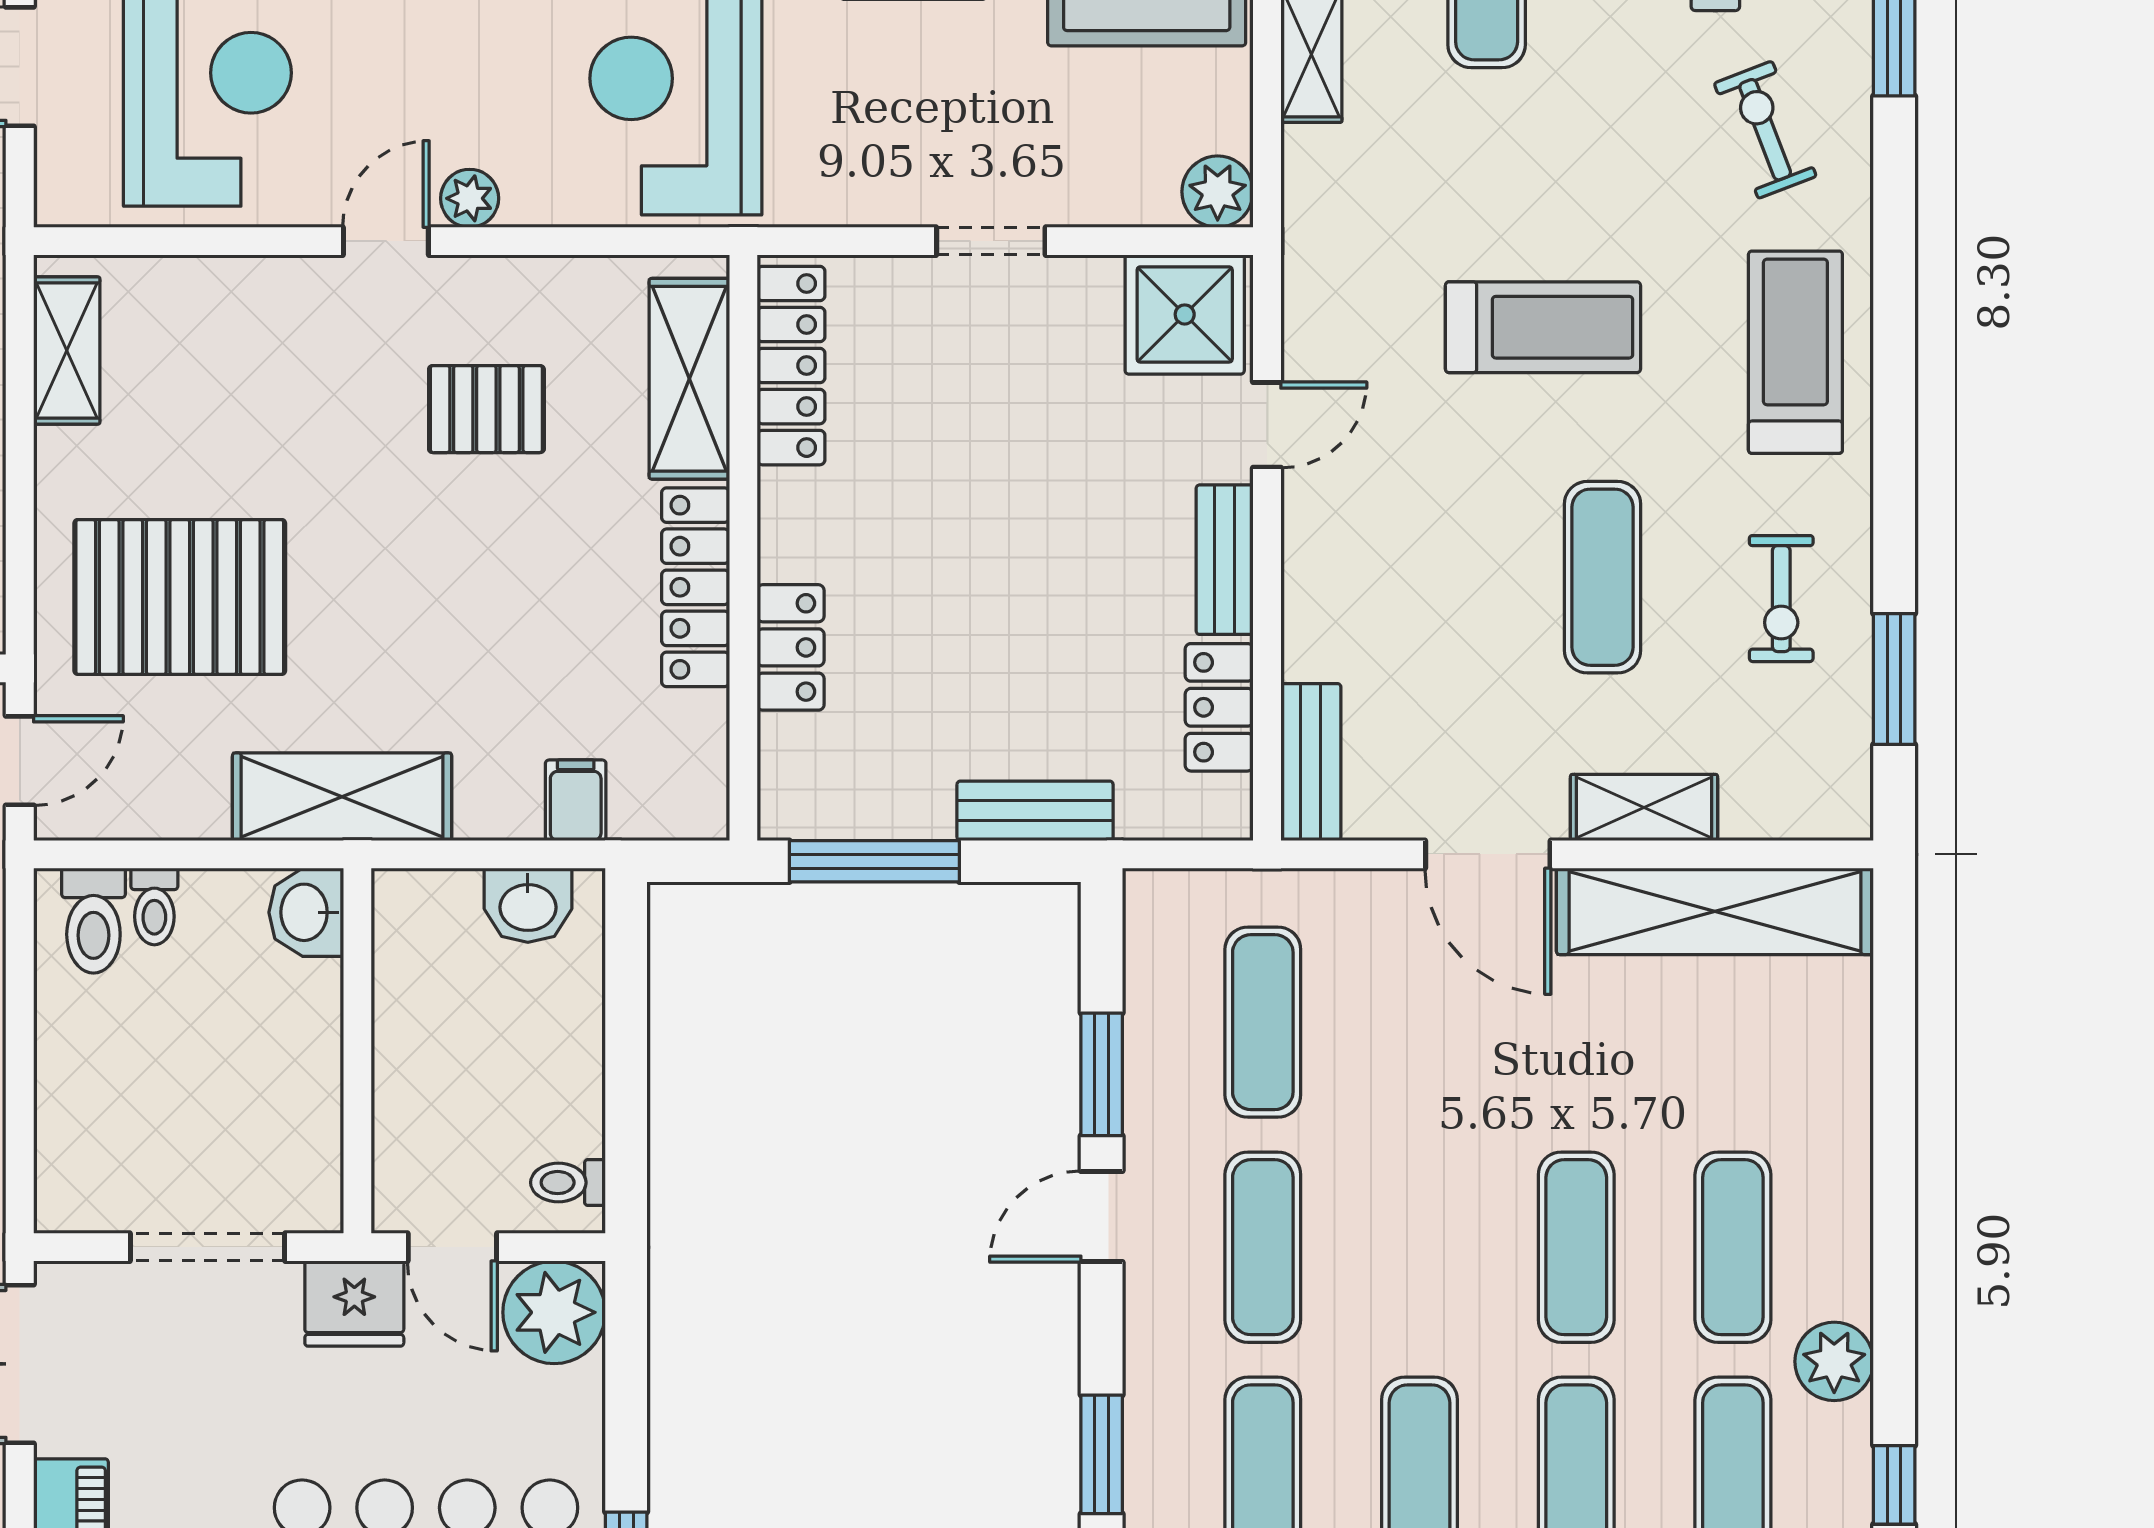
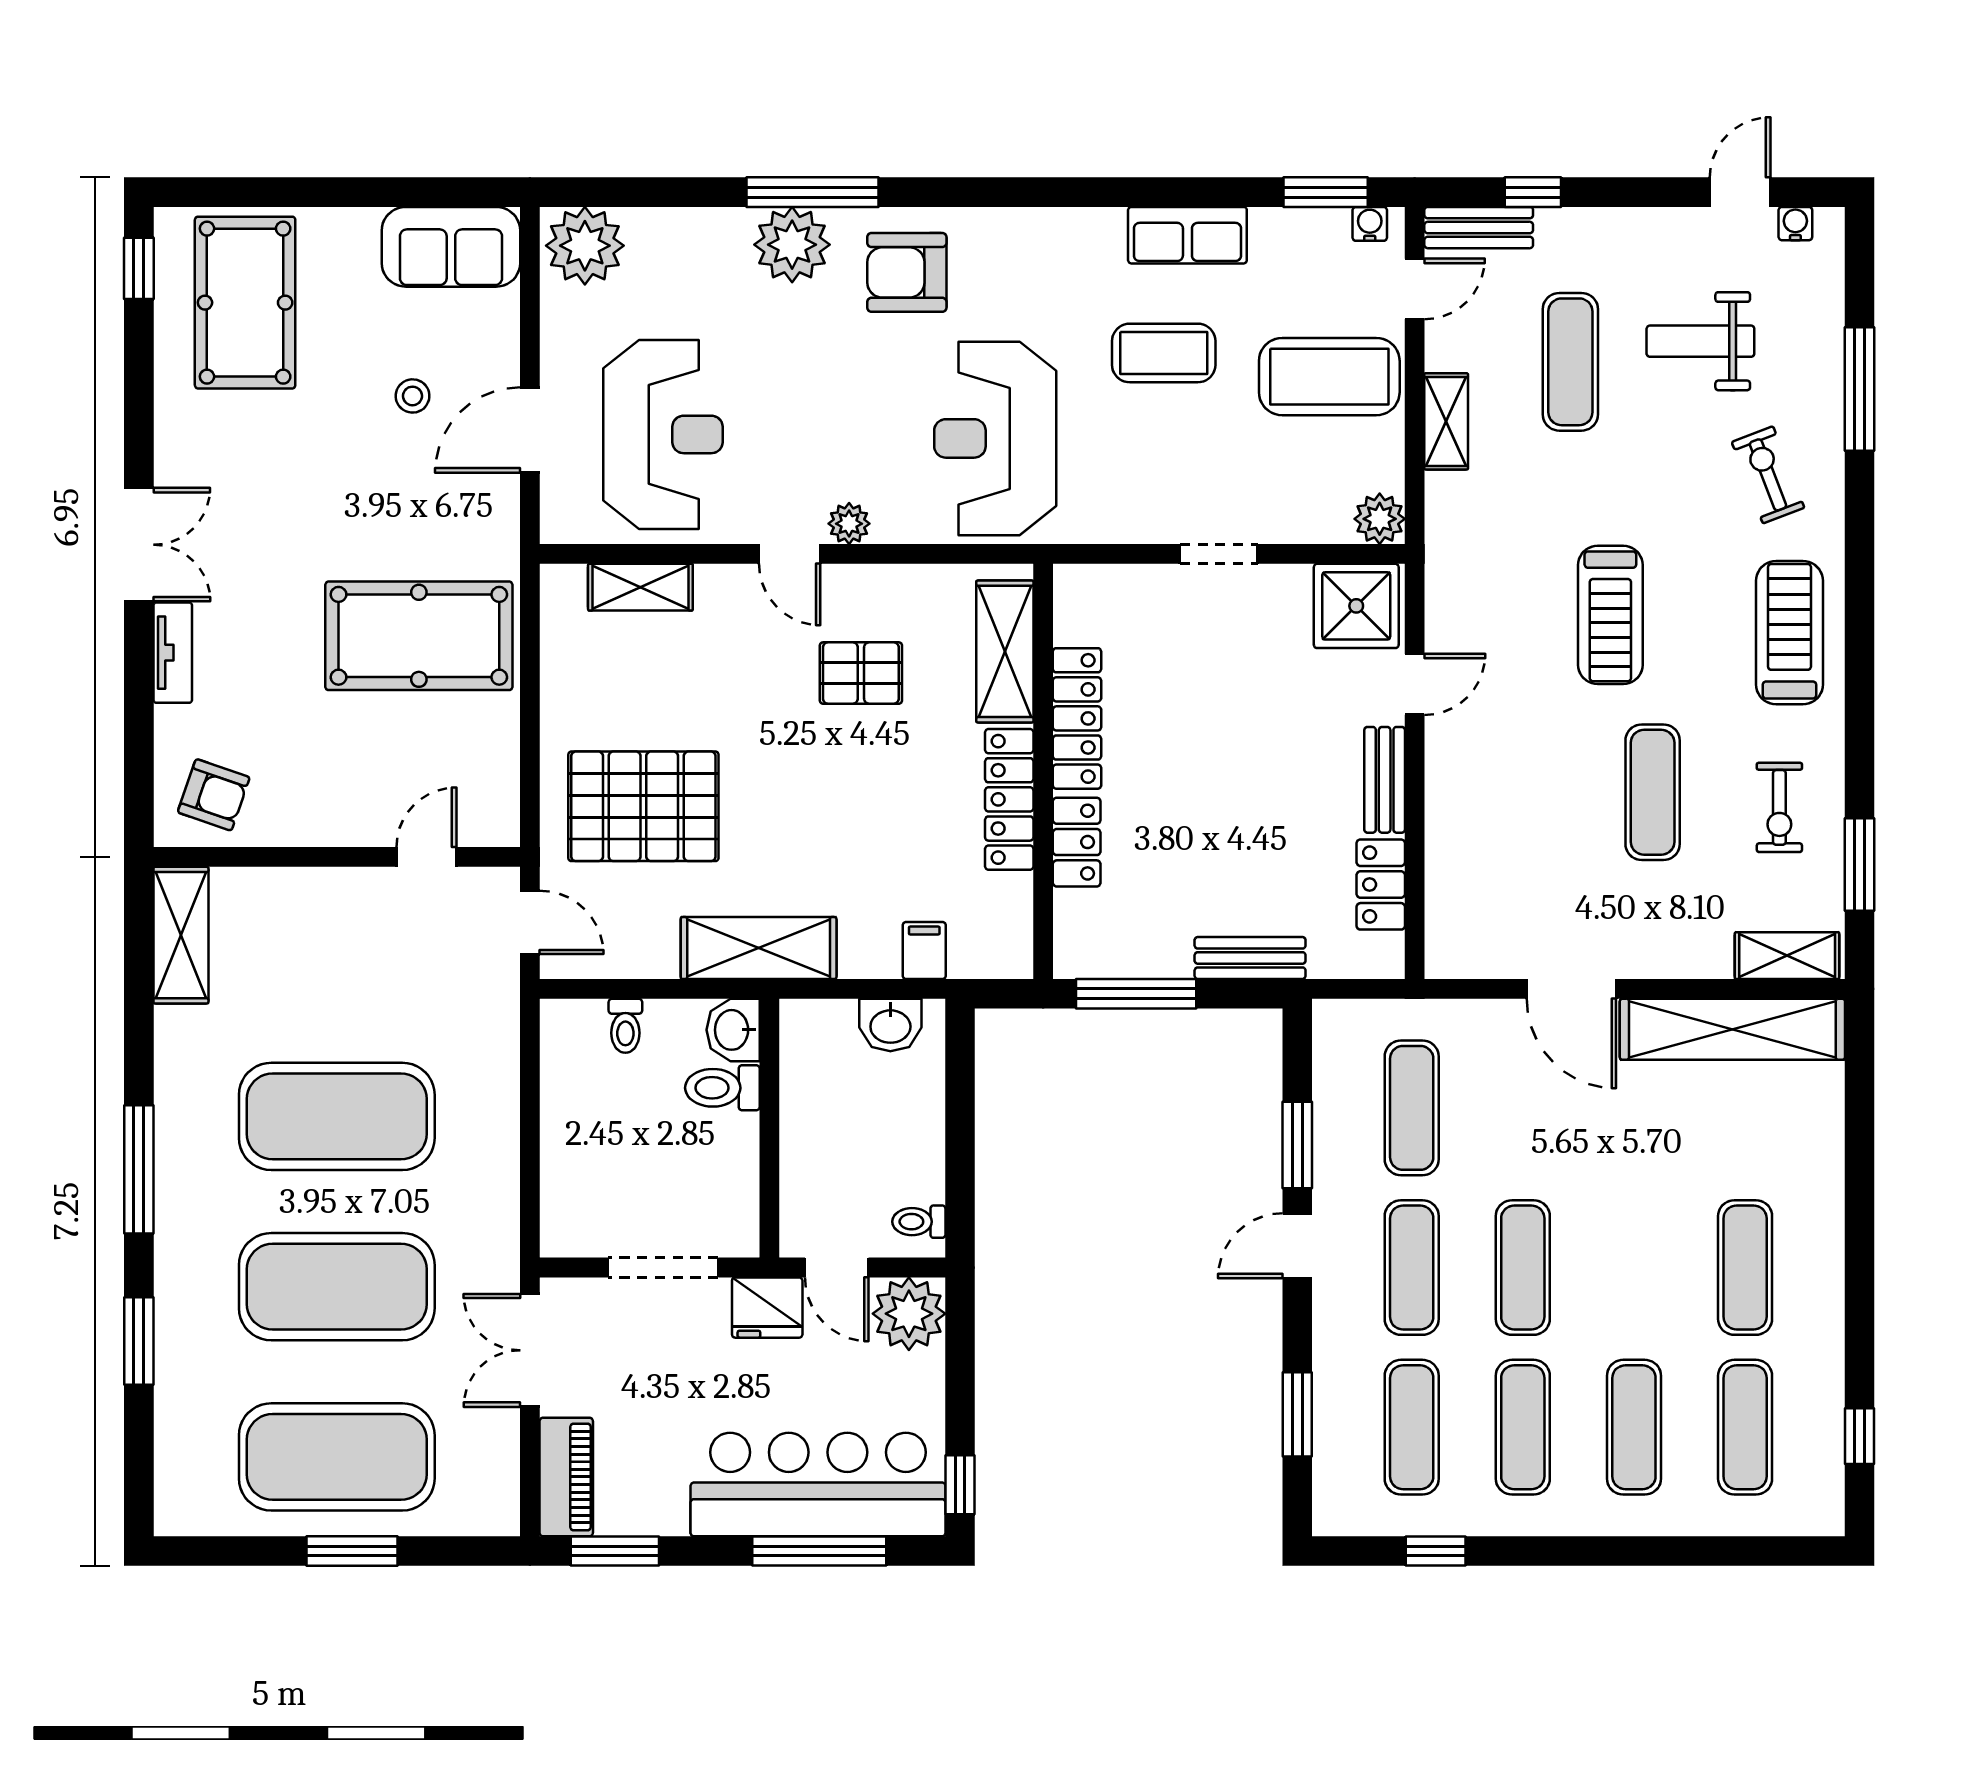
door: (386, 241) -> (790, 554), swing flipped
treadmill: (1543, 327) -> (1610, 615), turned 90
shelving: (67, 351) -> (640, 587), moved, turned 90
locker: (791, 366) -> (1077, 718), moved
door: (20, 761) -> (530, 922), hinge flipped
bench: (1311, 762) -> (1446, 923), removed
shelving: (1644, 808) -> (1787, 956), moved
toilet: (93, 921) -> (722, 1088), moved, turned 90
exercise mat: (1576, 1247) -> (1523, 1268), moved
plant: (1834, 1361) -> (1817, 1349), removed

